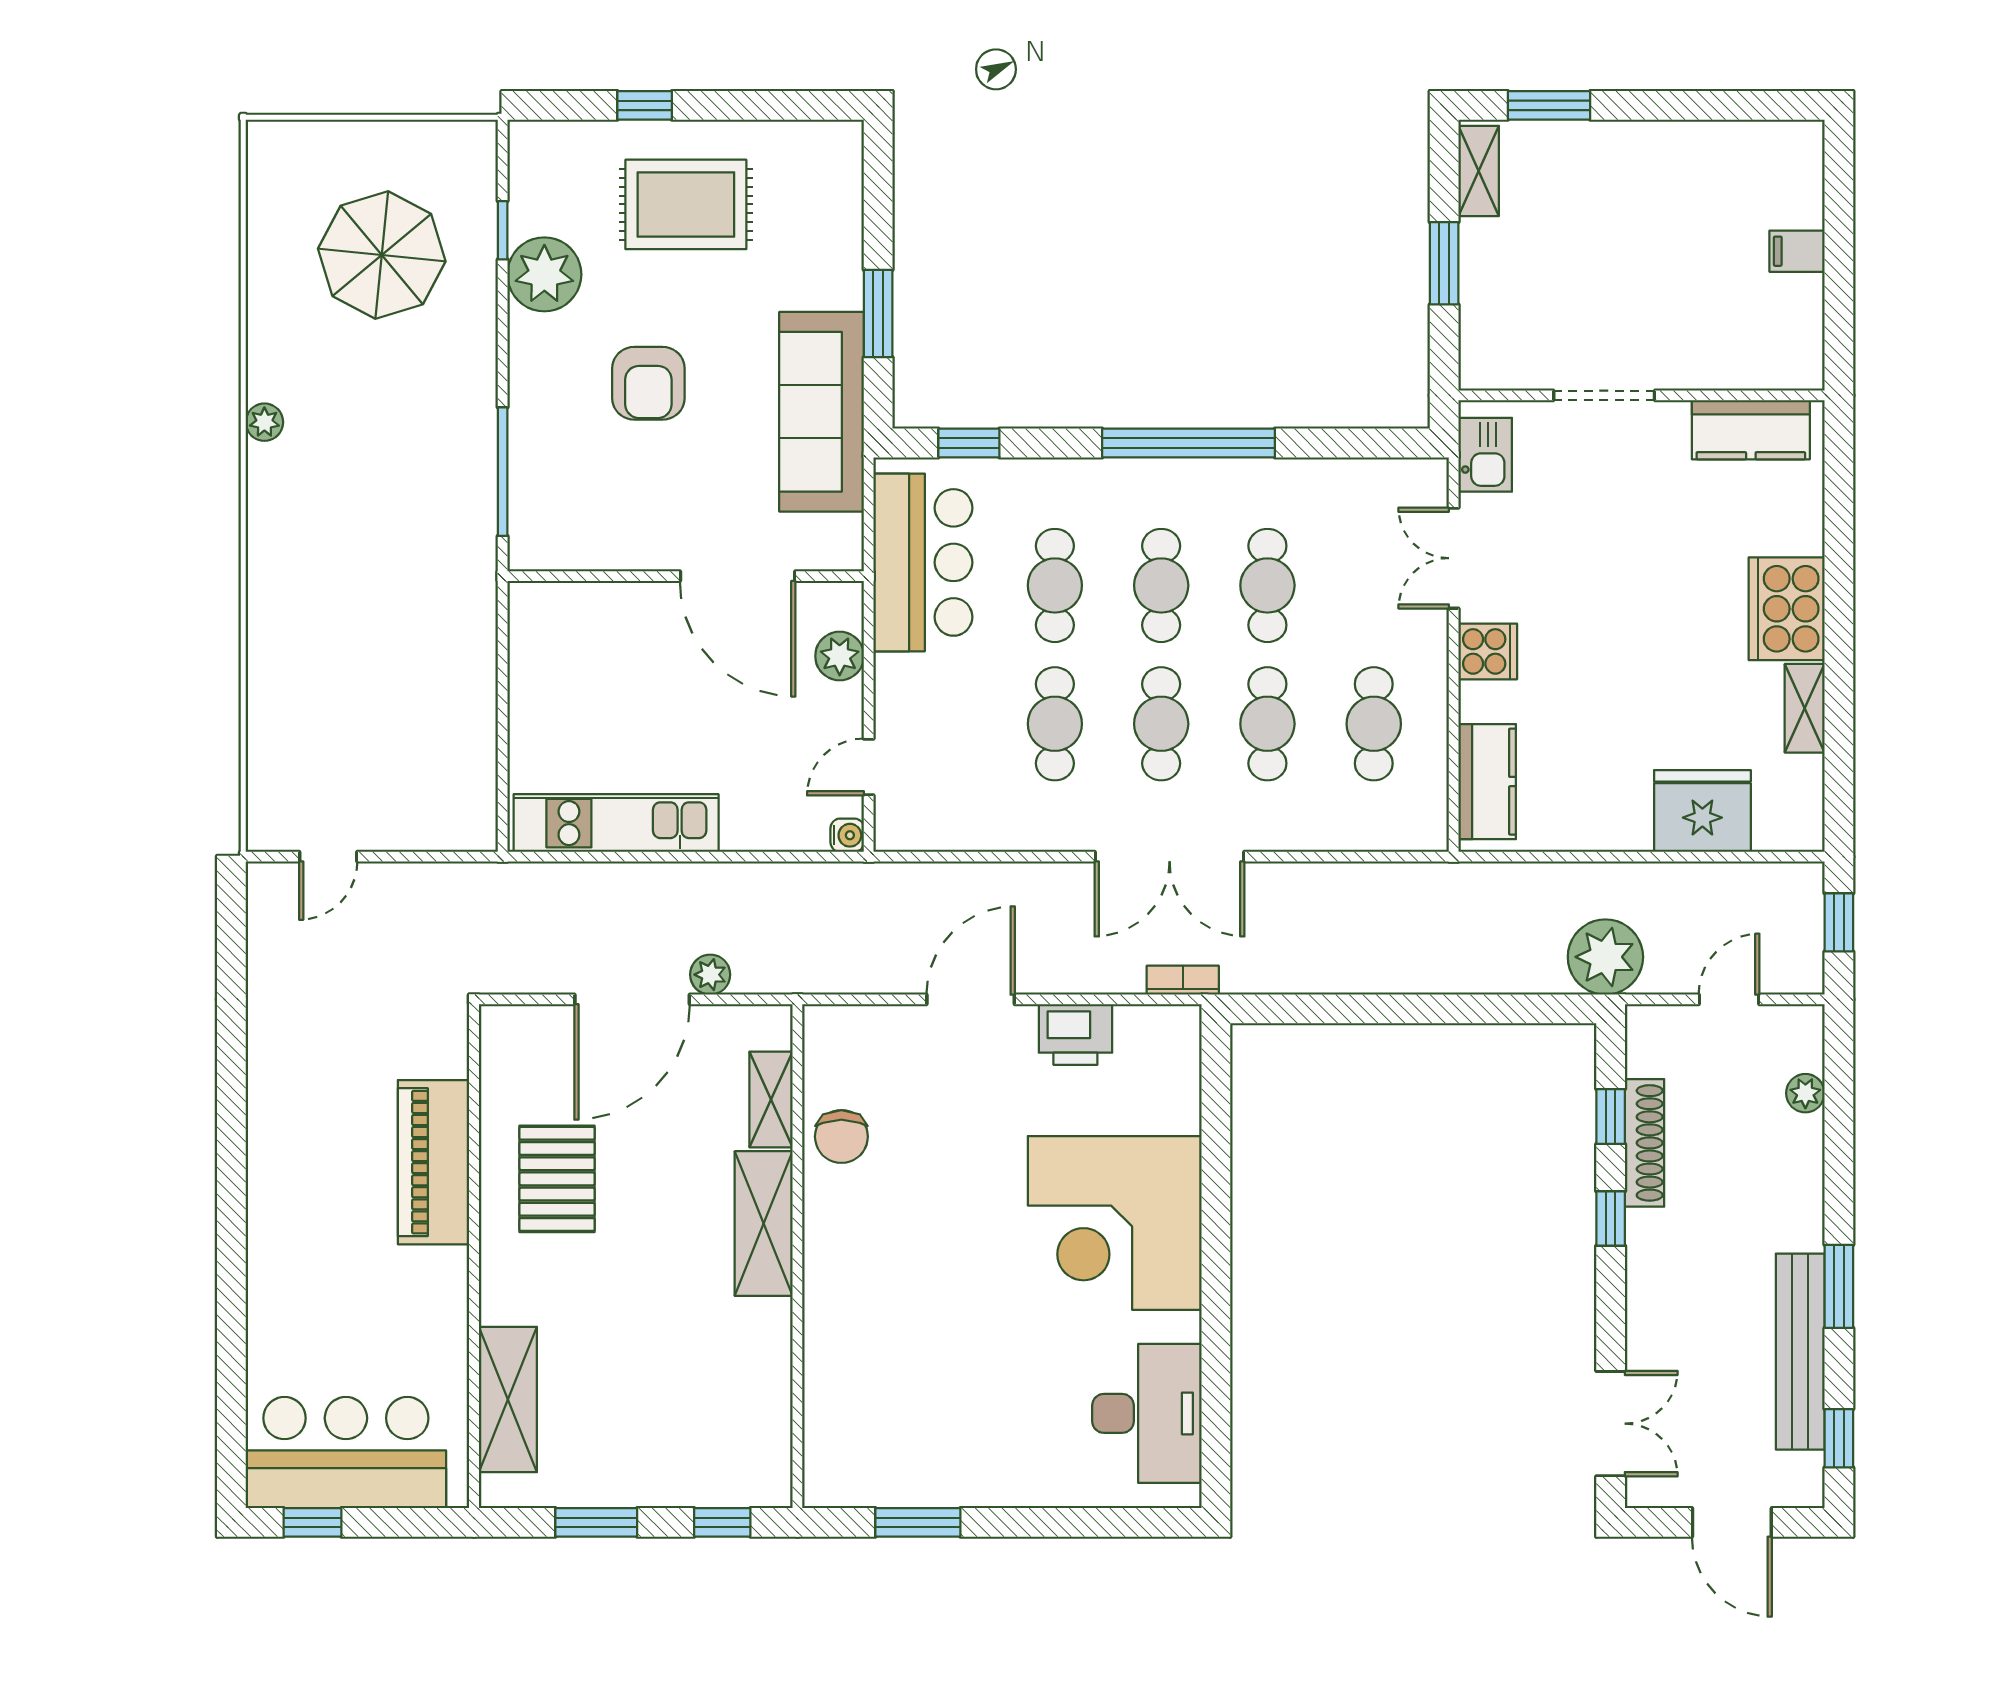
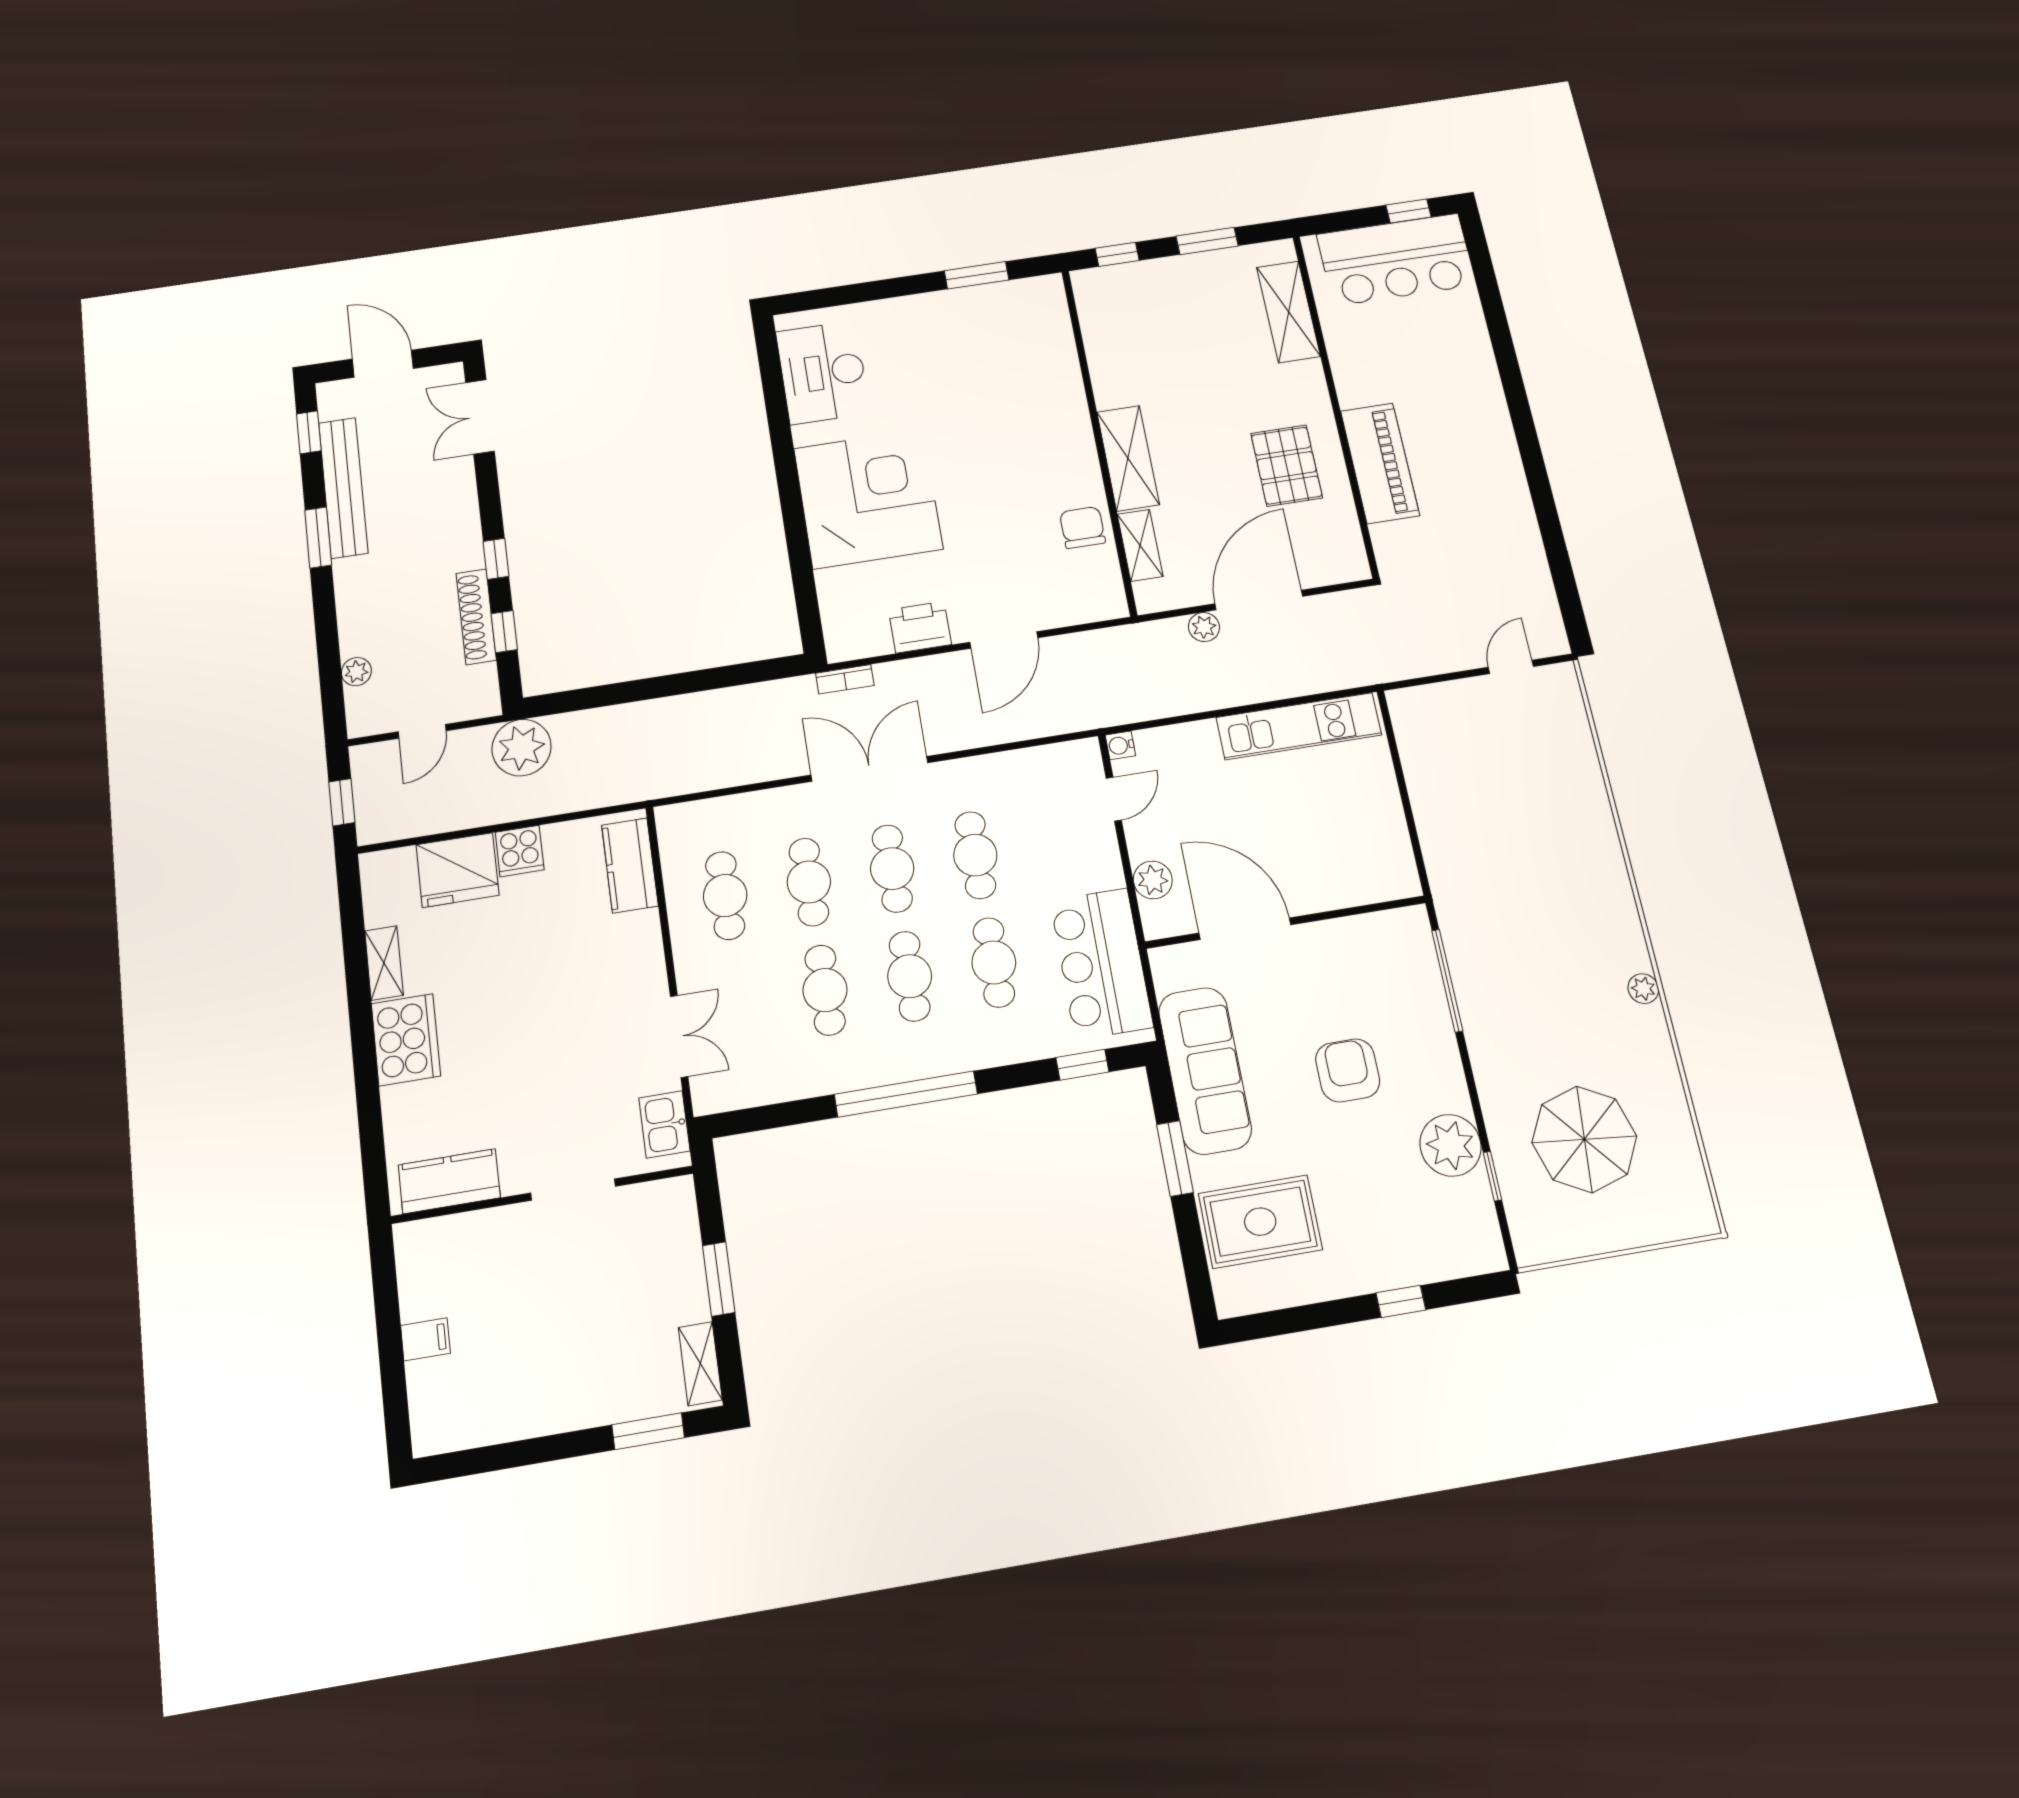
rug: (686, 204) -> (1260, 1222), moved
cooker: (1488, 651) -> (520, 851), moved, turned -90

